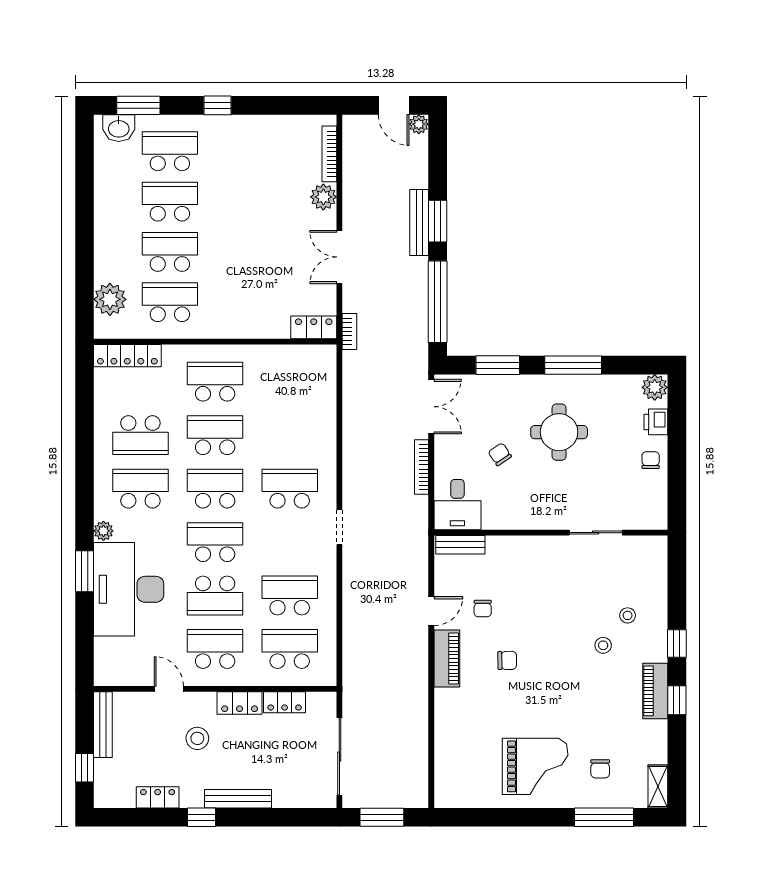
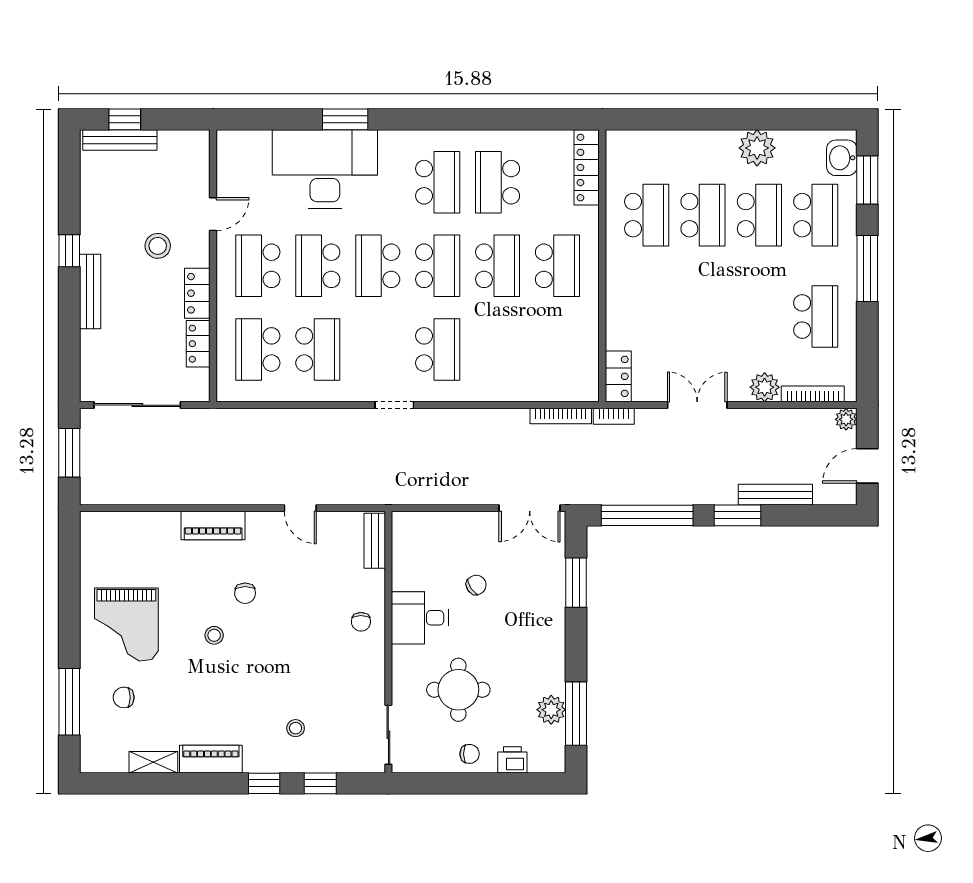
window: (217, 105) -> (867, 269), width x2.17
plant: (419, 124) -> (846, 419), moved
school desk: (260, 151) -> (816, 316), added
bench: (419, 222) -> (775, 495), moved
plant: (110, 299) -> (757, 148), moved
window: (573, 365) -> (576, 714), moved
plant: (655, 387) -> (551, 710), moved
round table: (559, 432) -> (458, 690), moved
bookcase: (421, 467) -> (561, 416), moved, turned 180
desk: (457, 505) -> (420, 618), moved
plant: (103, 531) -> (390, 141), removed
sliding door: (596, 533) -> (388, 735), moved
school desk: (215, 542) -> (378, 266), turned 180
chair: (483, 608) -> (361, 622), moved, turned -90
stool: (603, 645) -> (214, 635), moved
school desk: (215, 649) -> (258, 266), turned 180
school desk: (290, 649) -> (258, 349), turned 180
piano: (447, 659) -> (213, 525), moved
window: (677, 700) -> (320, 783), moved
bench: (103, 725) -> (120, 140), moved
shelving: (658, 786) -> (153, 762), moved
locker: (158, 797) -> (92, 201), removed

